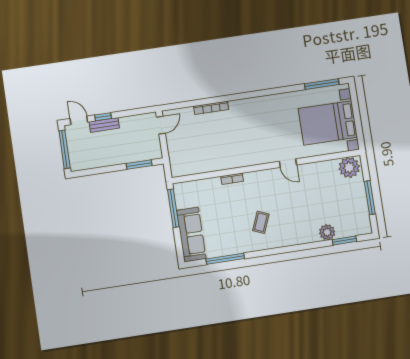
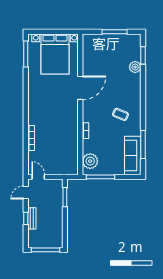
door: (79, 120) -> (26, 193), moved
door: (288, 163) -> (80, 88), width x1.87
plant: (349, 167) -> (90, 161), moved
sofa: (191, 235) -> (133, 155), moved, turned -90

